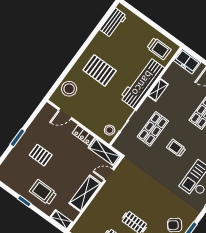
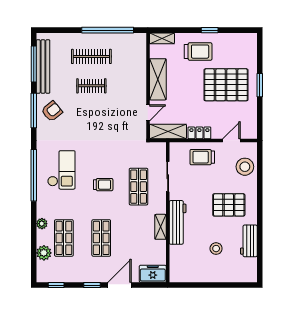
workbench: (113, 23) -> (249, 241), moved
trolley: (159, 49) -> (202, 157), moved
workbench: (142, 83) -> (178, 222), width x0.73, depth x0.76
stool: (110, 130) -> (216, 249), moved
pallet: (41, 155) -> (226, 85), width x2.05, depth x2.00

